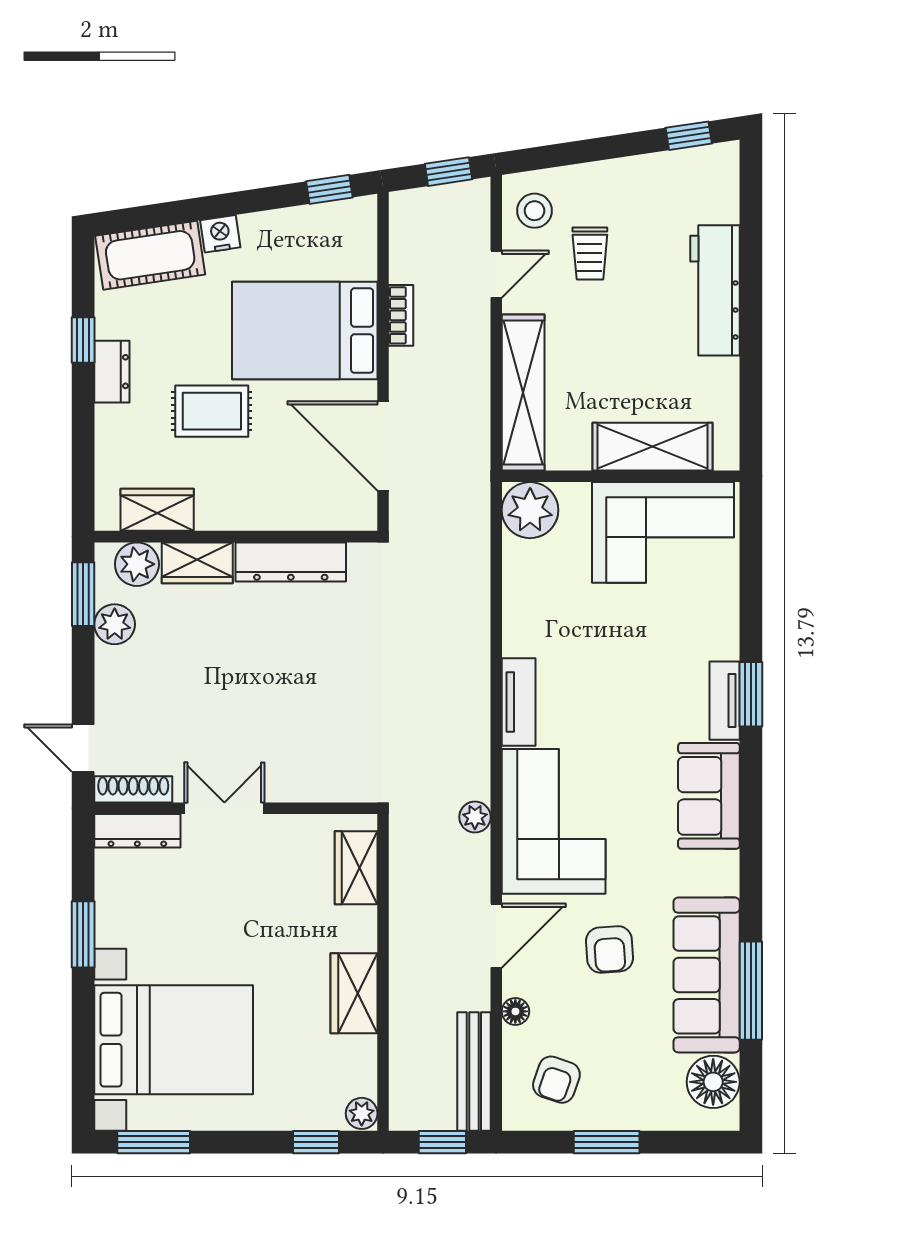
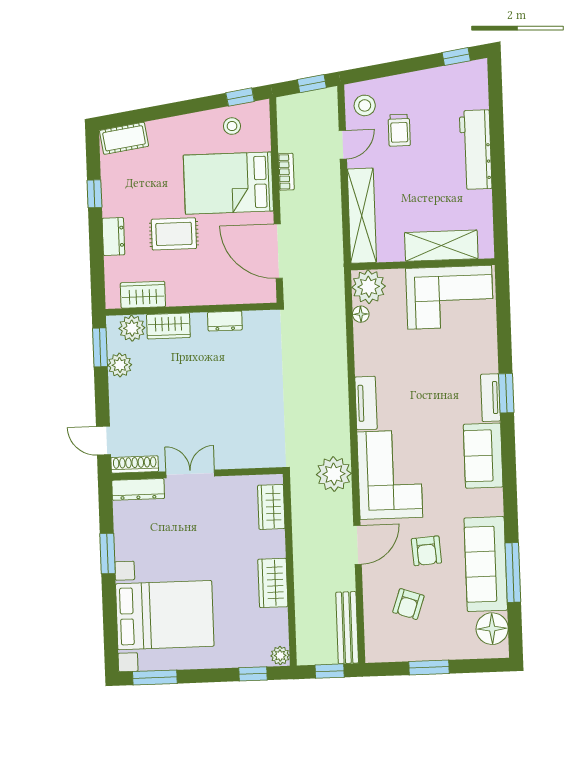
nightstand: (220, 234) -> (175, 126), removed
stool: (314, 237) -> (232, 126), added
cot: (150, 255) -> (124, 138), width x0.73, depth x0.75
dresser: (112, 372) -> (113, 237), moved
dresser: (291, 562) -> (225, 321), width x0.51, depth x0.80
plant: (475, 817) -> (334, 474), width x1.88, depth x1.88
floor lamp: (515, 1011) -> (361, 314), moved
armchair: (556, 1080) -> (408, 604), moved

